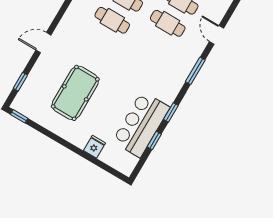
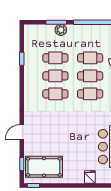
cafe table: (155, 45) -> (90, 94), added
pool table: (75, 93) -> (44, 167), moved, turned 90

